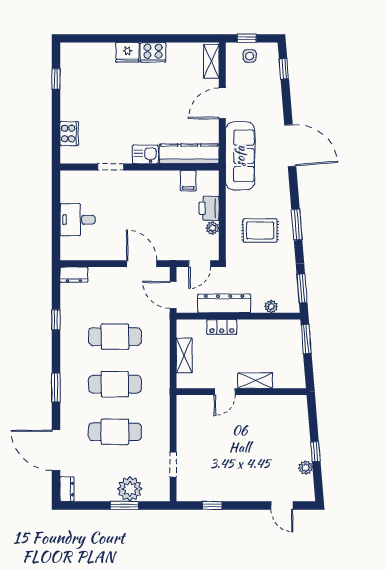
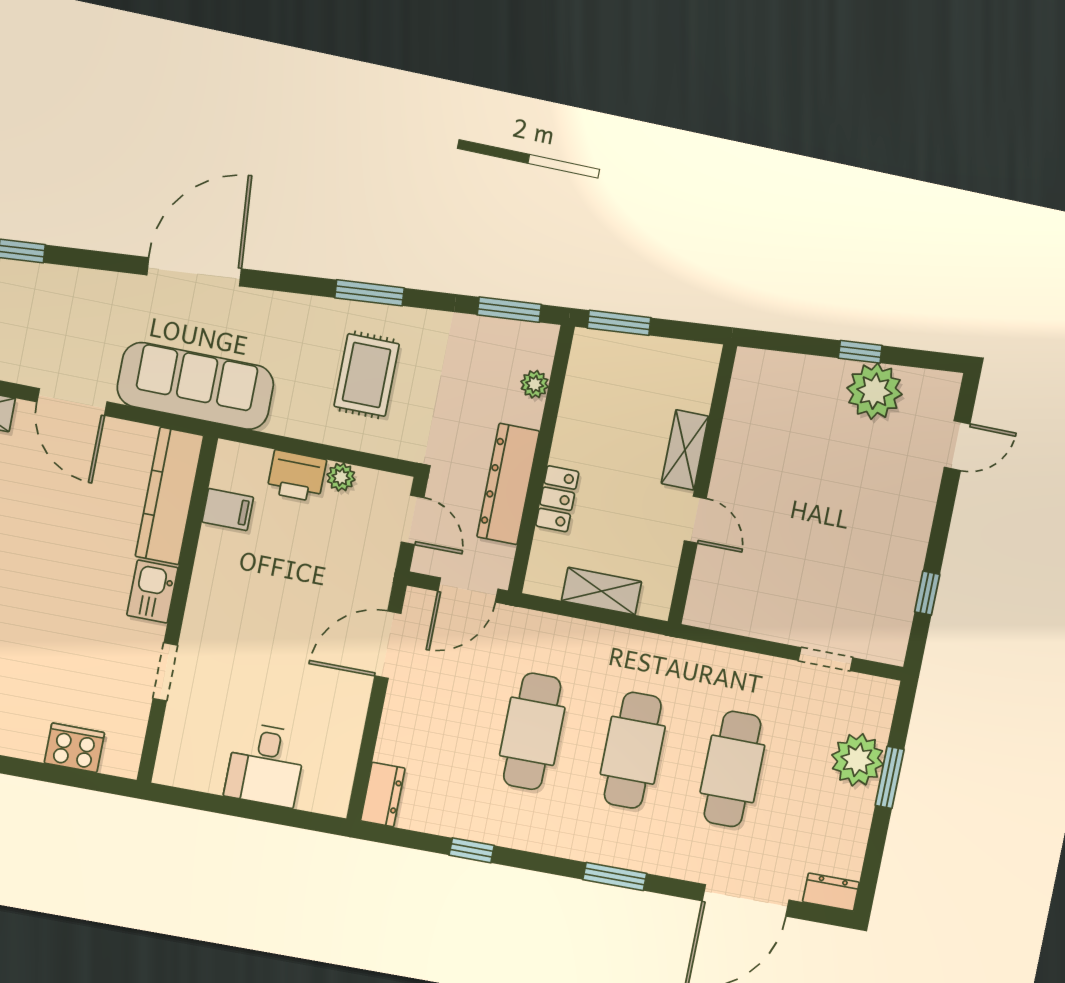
plant: (306, 468) -> (874, 391), width x1.88, depth x1.88

